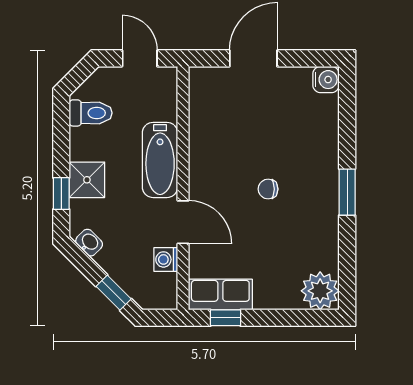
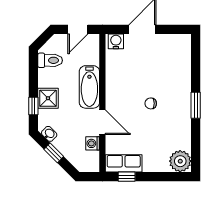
door: (140, 58) -> (78, 29), swing flipped
water cooler: (326, 80) -> (116, 41), moved, turned -90
window: (114, 293) -> (54, 153), moved

